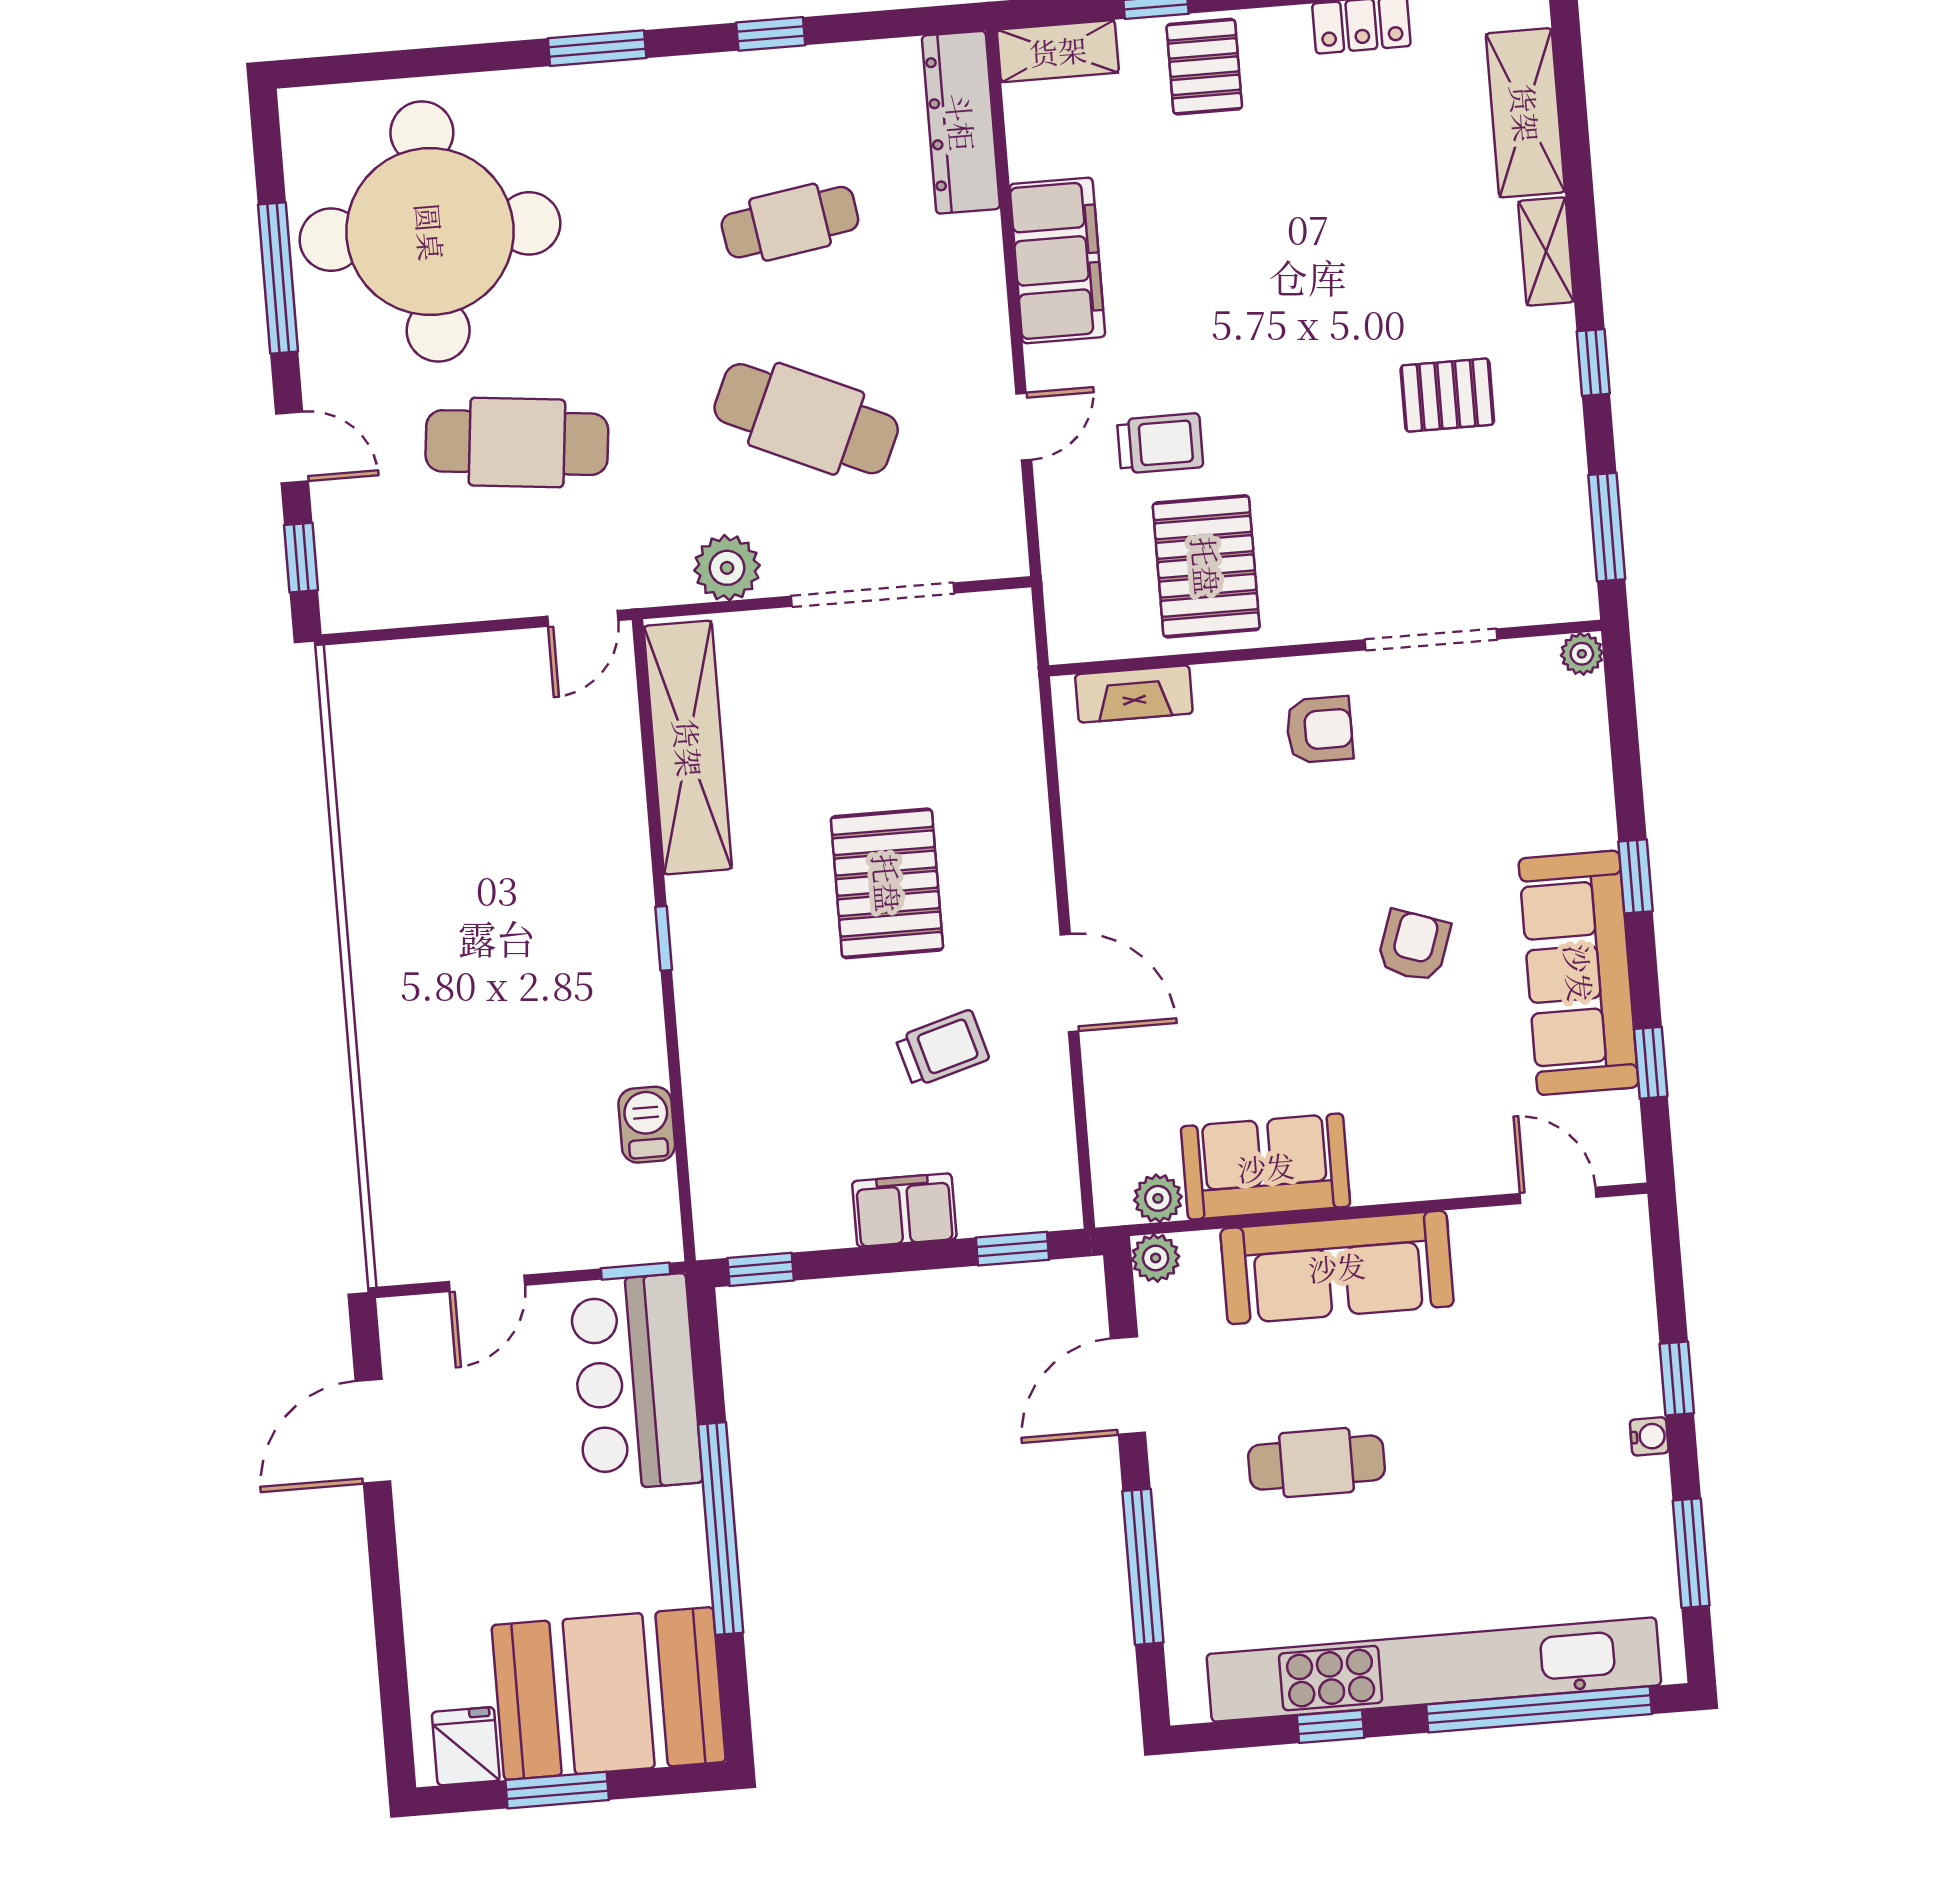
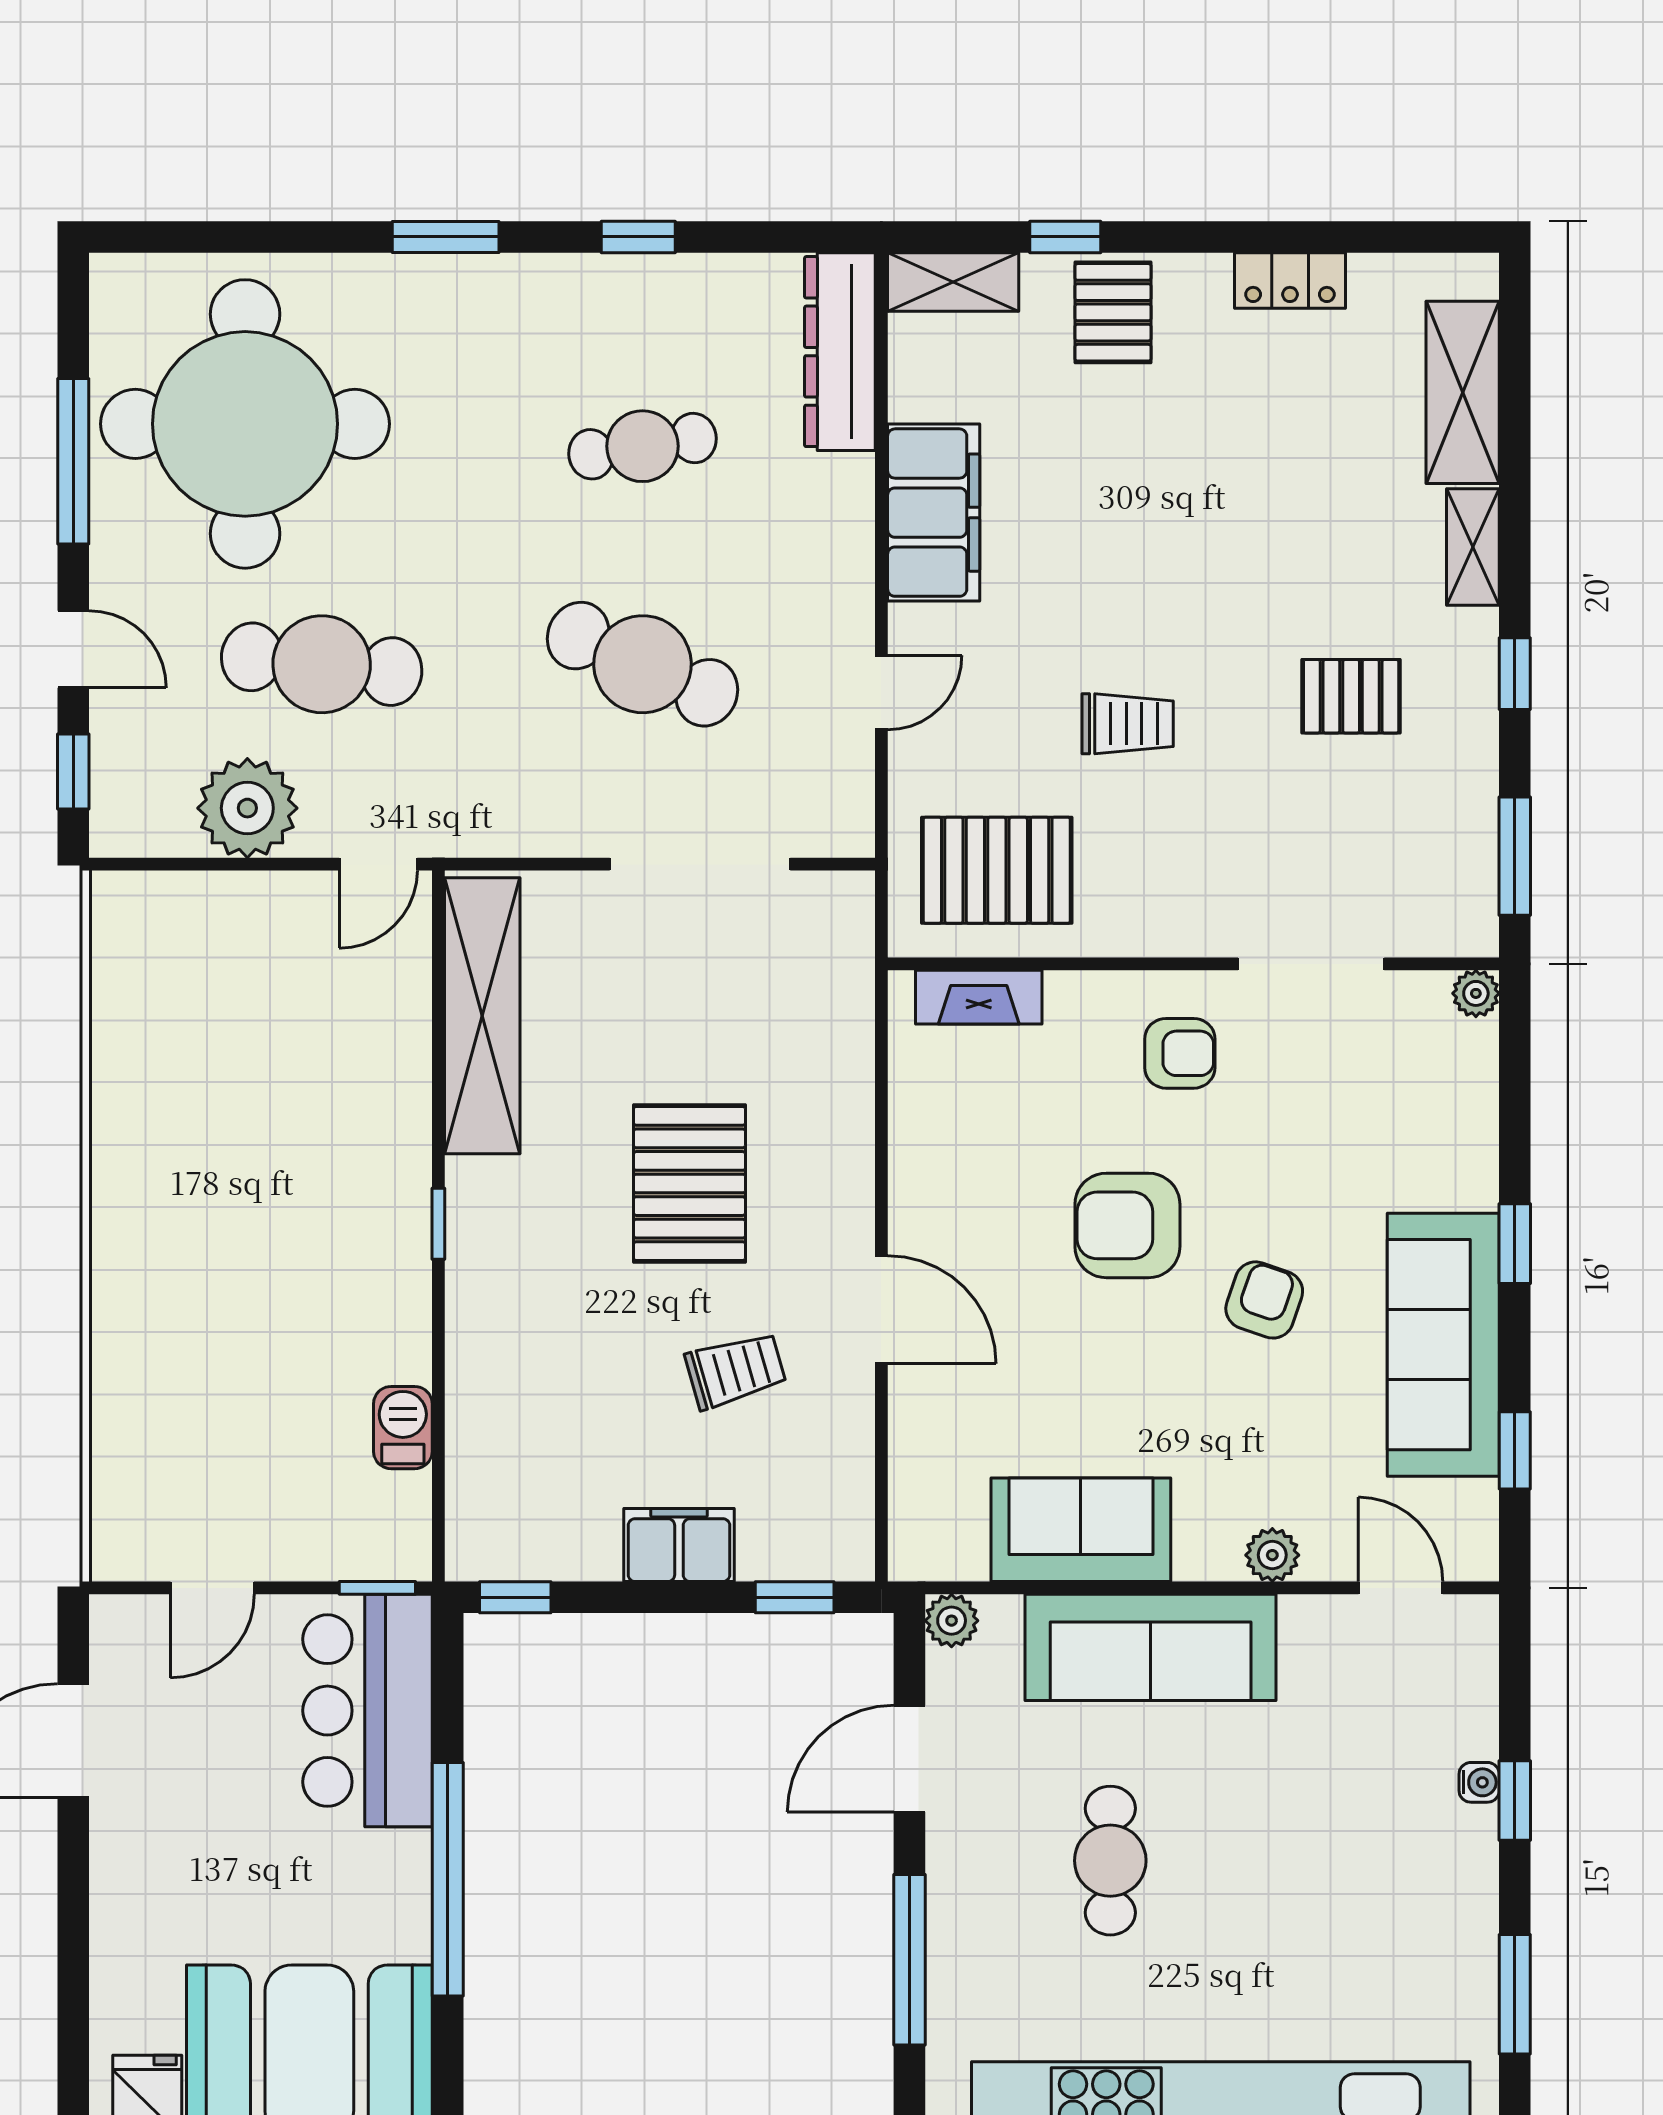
trolley: (1160, 443) -> (1128, 724), moved
pallet: (1206, 566) -> (997, 870), moved, turned 90
plant: (727, 568) -> (247, 808), moved, width x1.36, depth x1.36
armchair: (1285, 889) -> (1127, 1225), added
plant: (1158, 1198) -> (1272, 1555), moved
water cooler: (1649, 1436) -> (1479, 1782), moved
cafe table: (1317, 1463) -> (1110, 1861), turned 90

